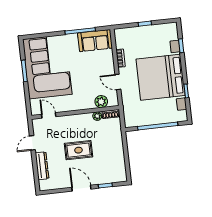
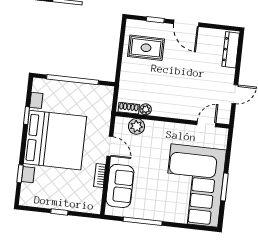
sofa: (95, 41) -> (120, 186), moved, turned 90
door: (49, 115) -> (206, 124), swing flipped
rug: (79, 150) -> (146, 48), moved
dresser: (42, 166) -> (231, 50), moved

